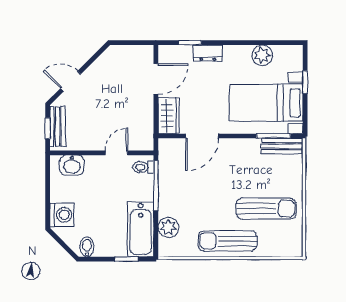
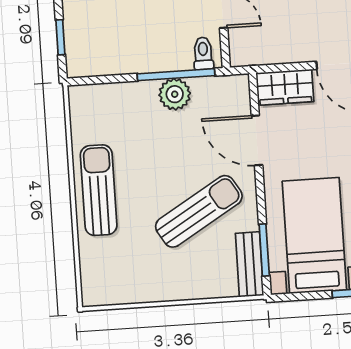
sun lounger: (266, 209) -> (199, 211), moved, turned -121
plant: (168, 227) -> (175, 94), moved
bathtub: (141, 229) -> (108, 56), removed

